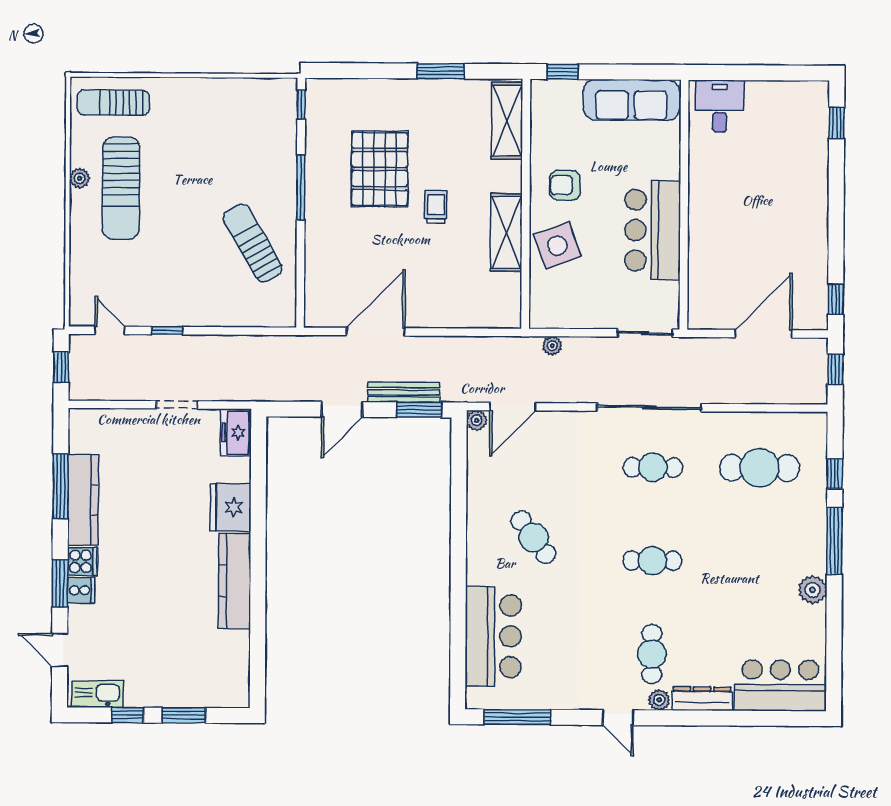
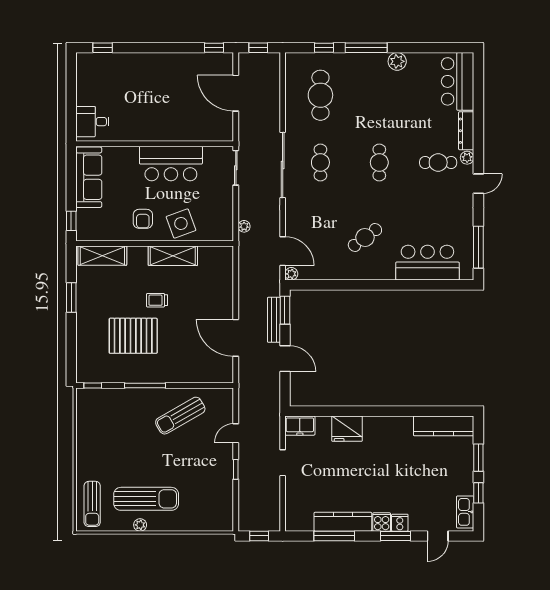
door: (110, 330) -> (236, 433), moved
kitchen counter: (235, 581) -> (444, 426), moved

